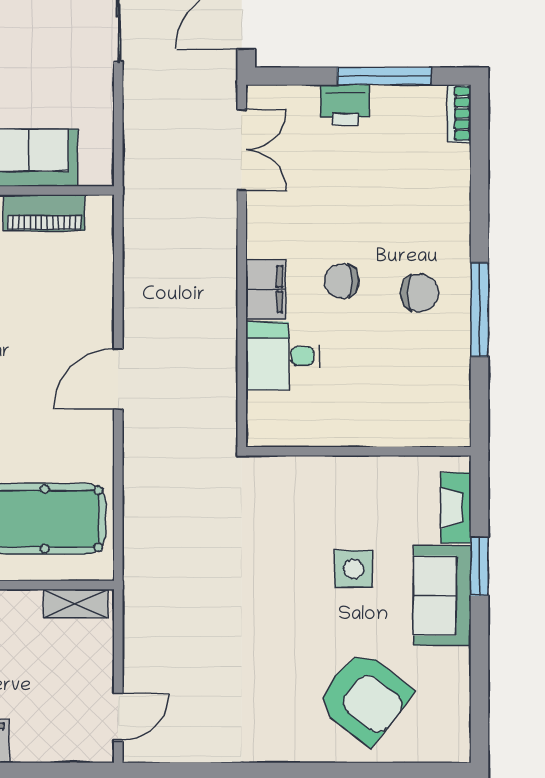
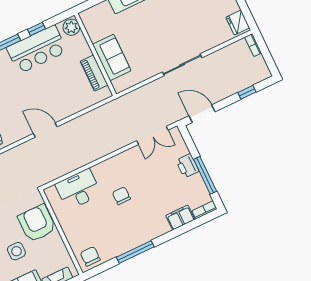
filing cabinet: (266, 289) -> (180, 217), moved, turned 180
chair: (419, 293) -> (90, 256), moved, turned 180
desk: (283, 356) -> (78, 189), width x1.37
armchair: (314, 495) -> (37, 223), added

